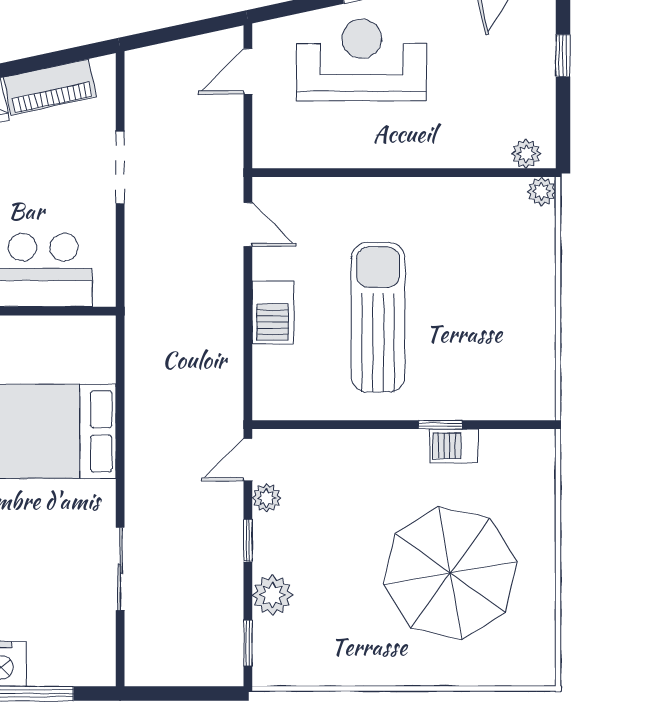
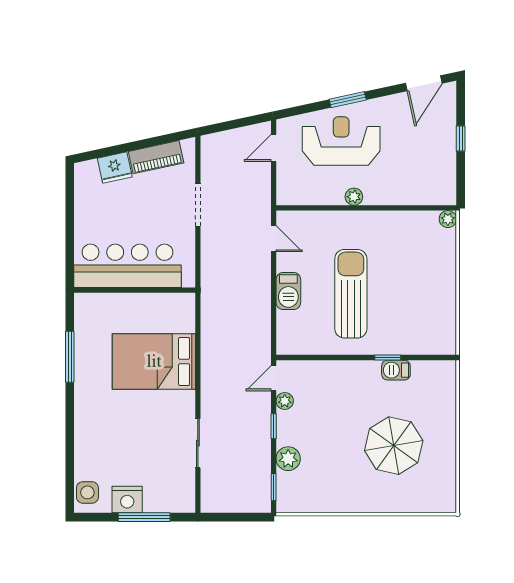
plant: (526, 154) -> (354, 197), moved
parasol: (450, 573) -> (394, 446), width x0.73, depth x0.73

